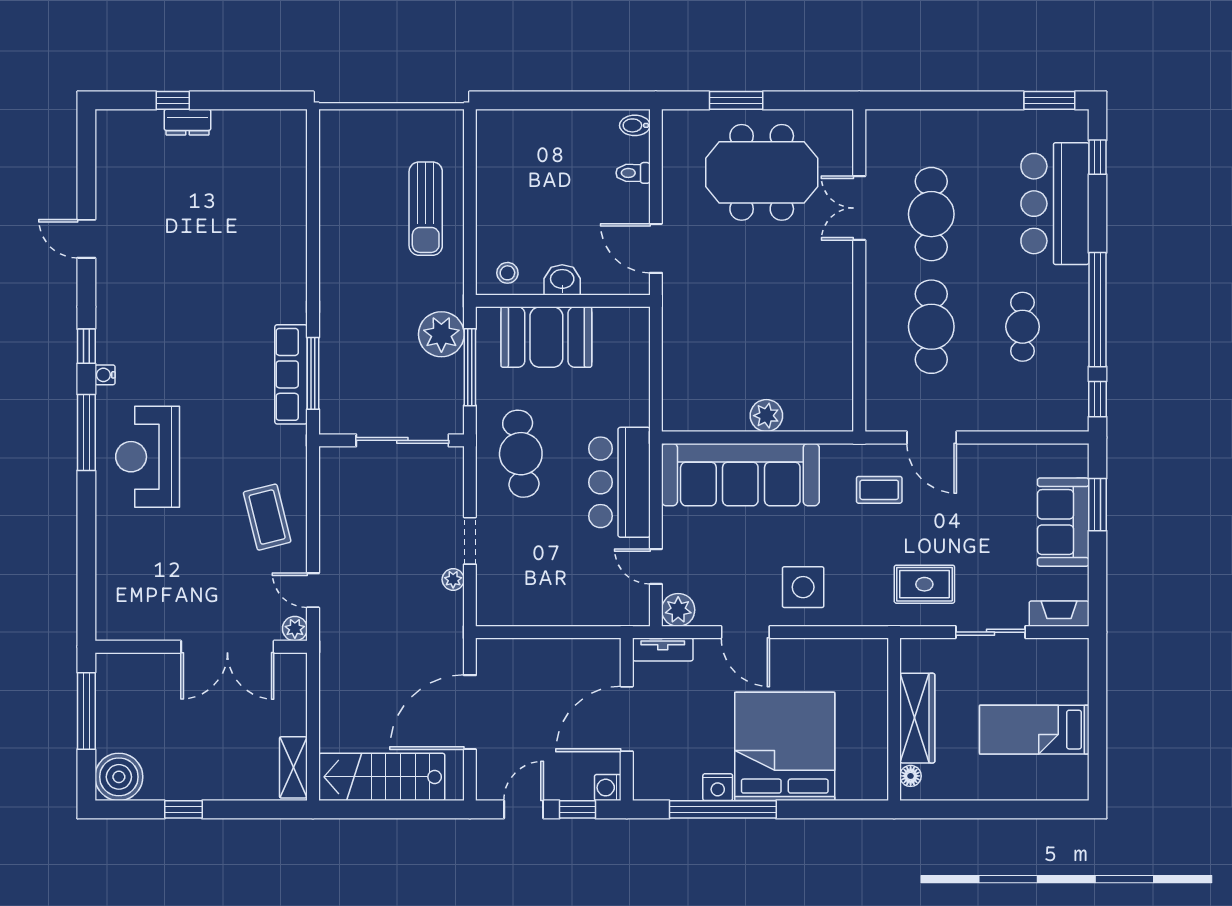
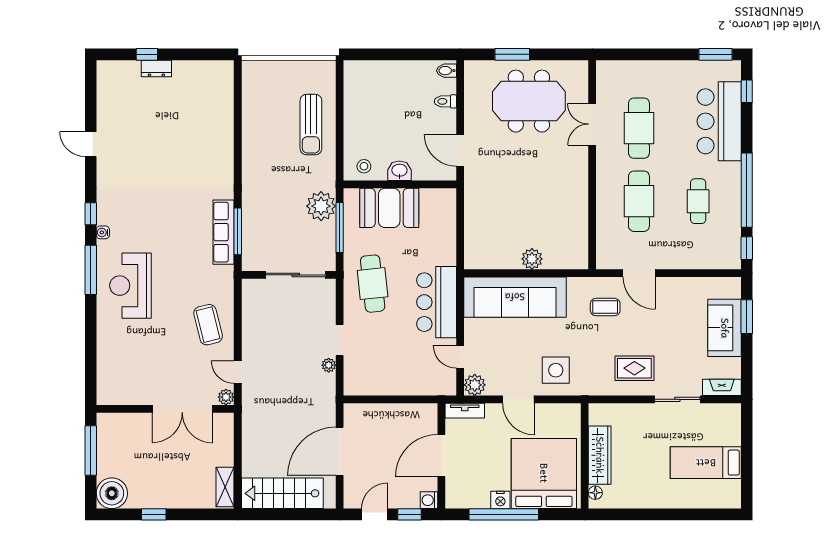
wardrobe: (917, 718) -> (600, 455), moved
wall: (894, 719) -> (585, 456), moved
floor lamp: (911, 776) -> (595, 493), moved

